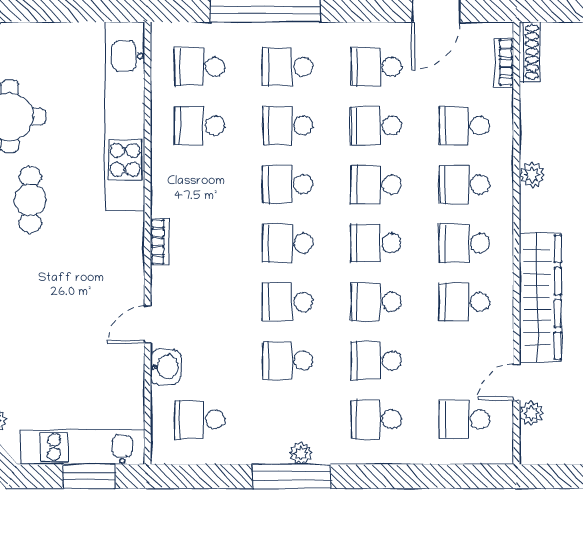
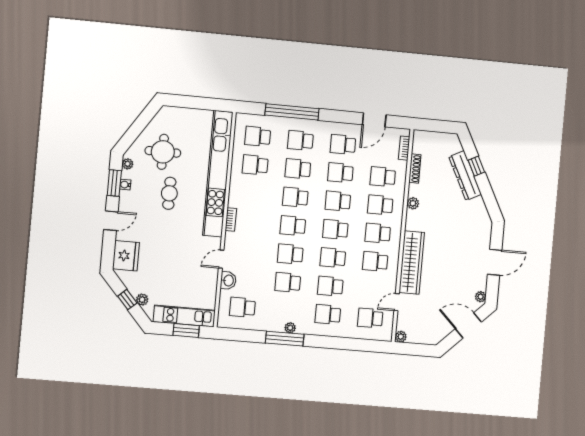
shoe rack: (530, 52) -> (415, 169), moved
kitchen unit: (125, 116) -> (218, 174), width x1.36
plant: (531, 413) -> (401, 337), moved

